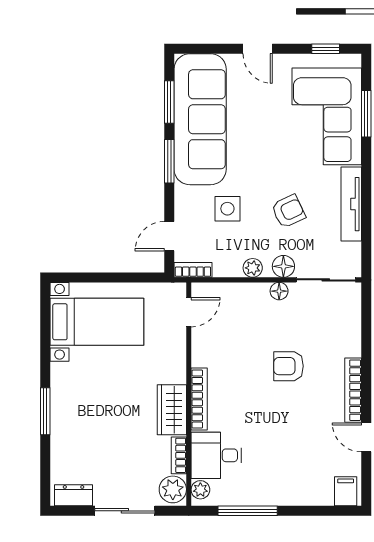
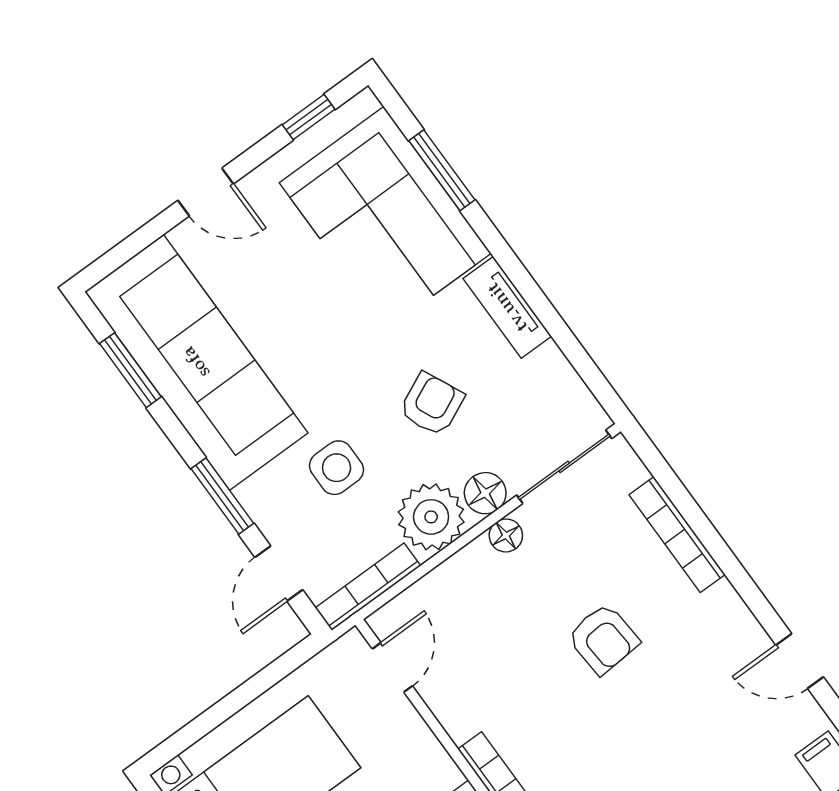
window: (169, 161) -> (222, 496), moved
tv unit: (351, 204) -> (507, 307), width x0.71
plant: (253, 268) -> (431, 517), width x1.88, depth x1.88
bookcase: (193, 270) -> (368, 587), width x1.56
armchair: (289, 366) -> (603, 639), turned -94
bookcase: (353, 390) -> (677, 535), moved

